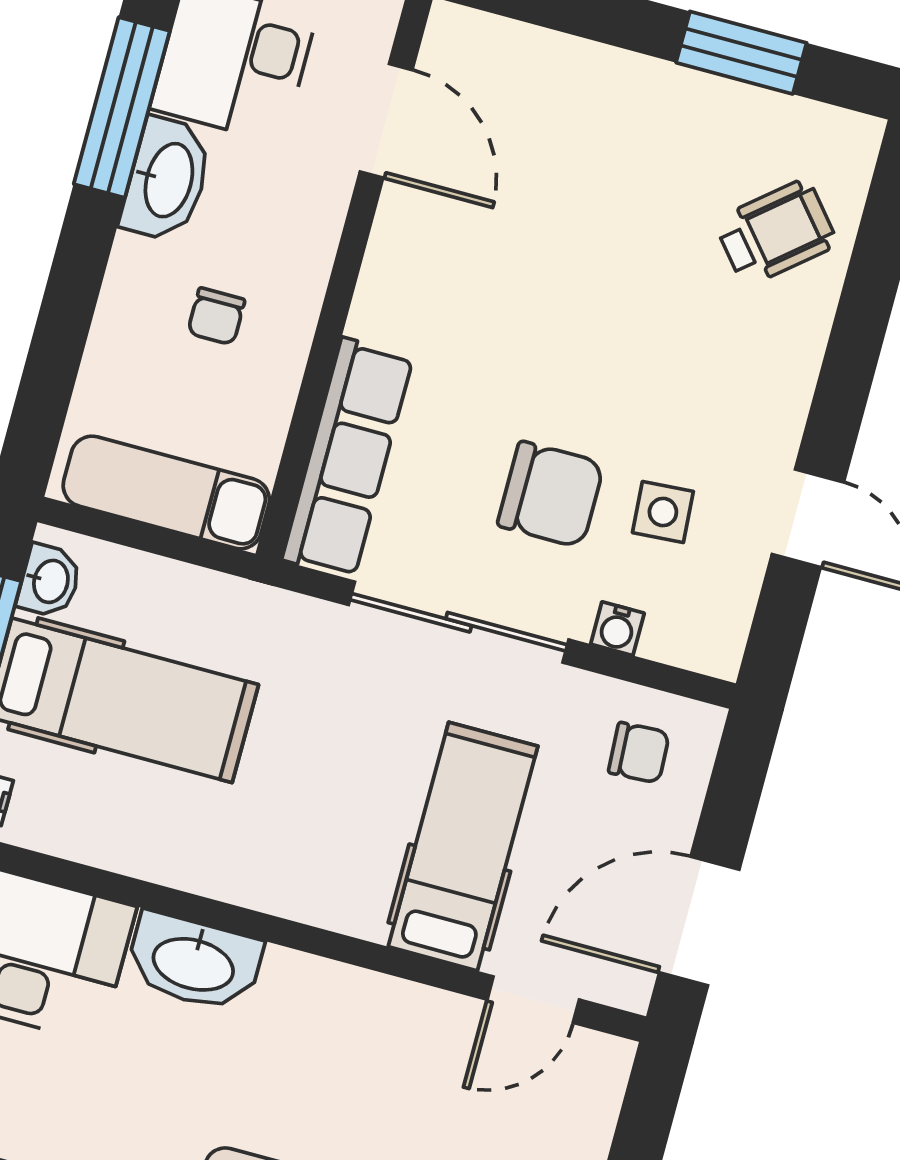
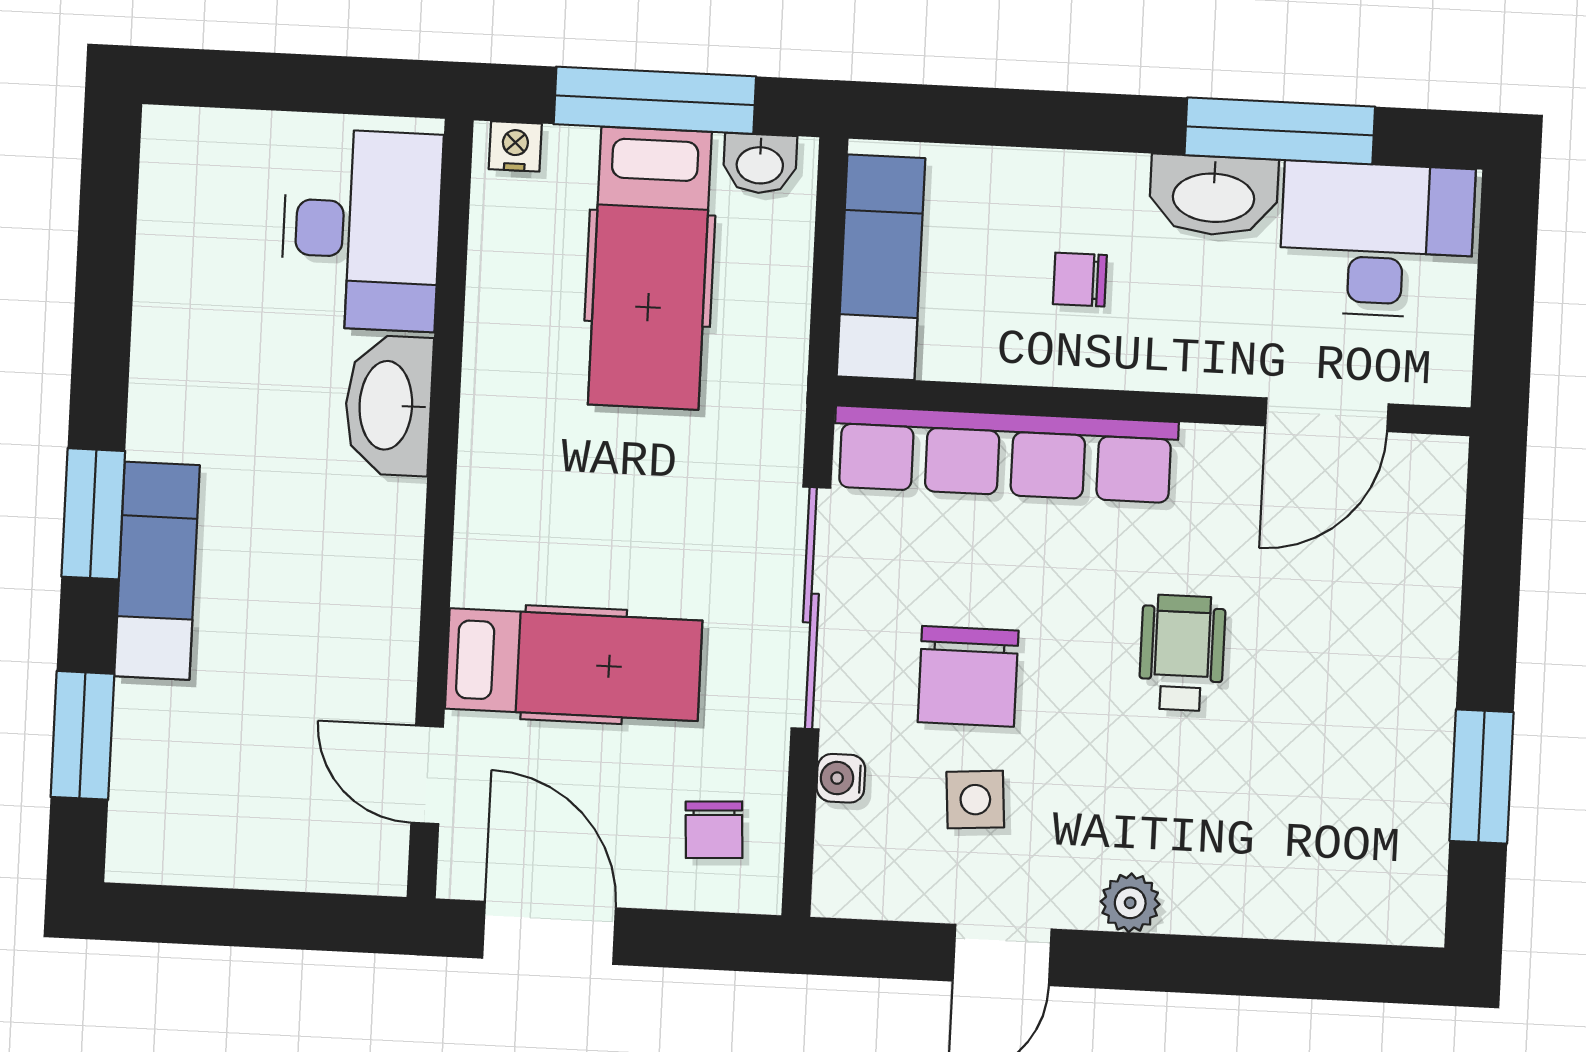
wheelchair: (776, 233) -> (1182, 653), moved, turned -140
plant: (786, 393) -> (1130, 903), added
row of seats: (348, 458) -> (1005, 454), width x1.36

